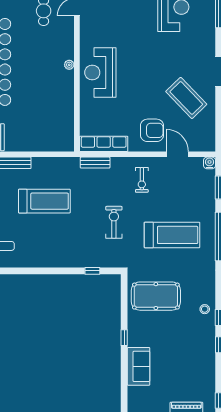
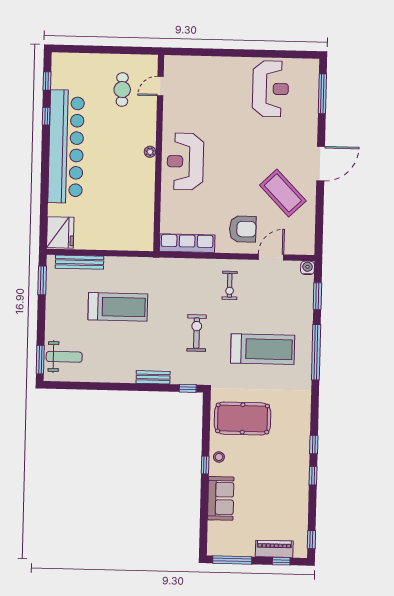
door: (177, 154) -> (271, 257), hinge flipped
bench: (95, 163) -> (153, 377), moved
window: (92, 271) -> (188, 388), moved
stool: (205, 309) -> (219, 457), moved

